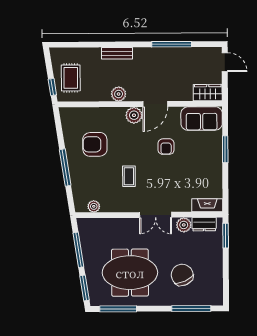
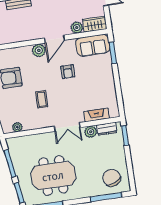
plant: (119, 94) -> (77, 28), moved
window: (225, 149) -> (113, 53), moved
fireplace: (207, 205) -> (97, 115), moved
chair: (182, 275) -> (112, 178), moved

